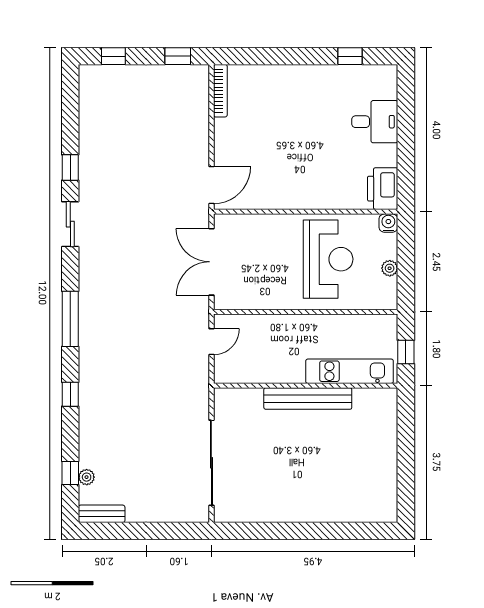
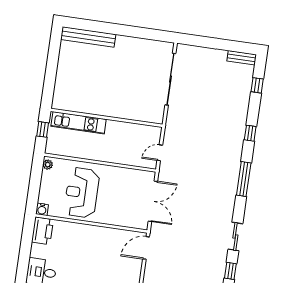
plant: (390, 268) -> (48, 165), moved
bench: (308, 399) -> (88, 37), moved
plant: (87, 477) -> (248, 81), removed

